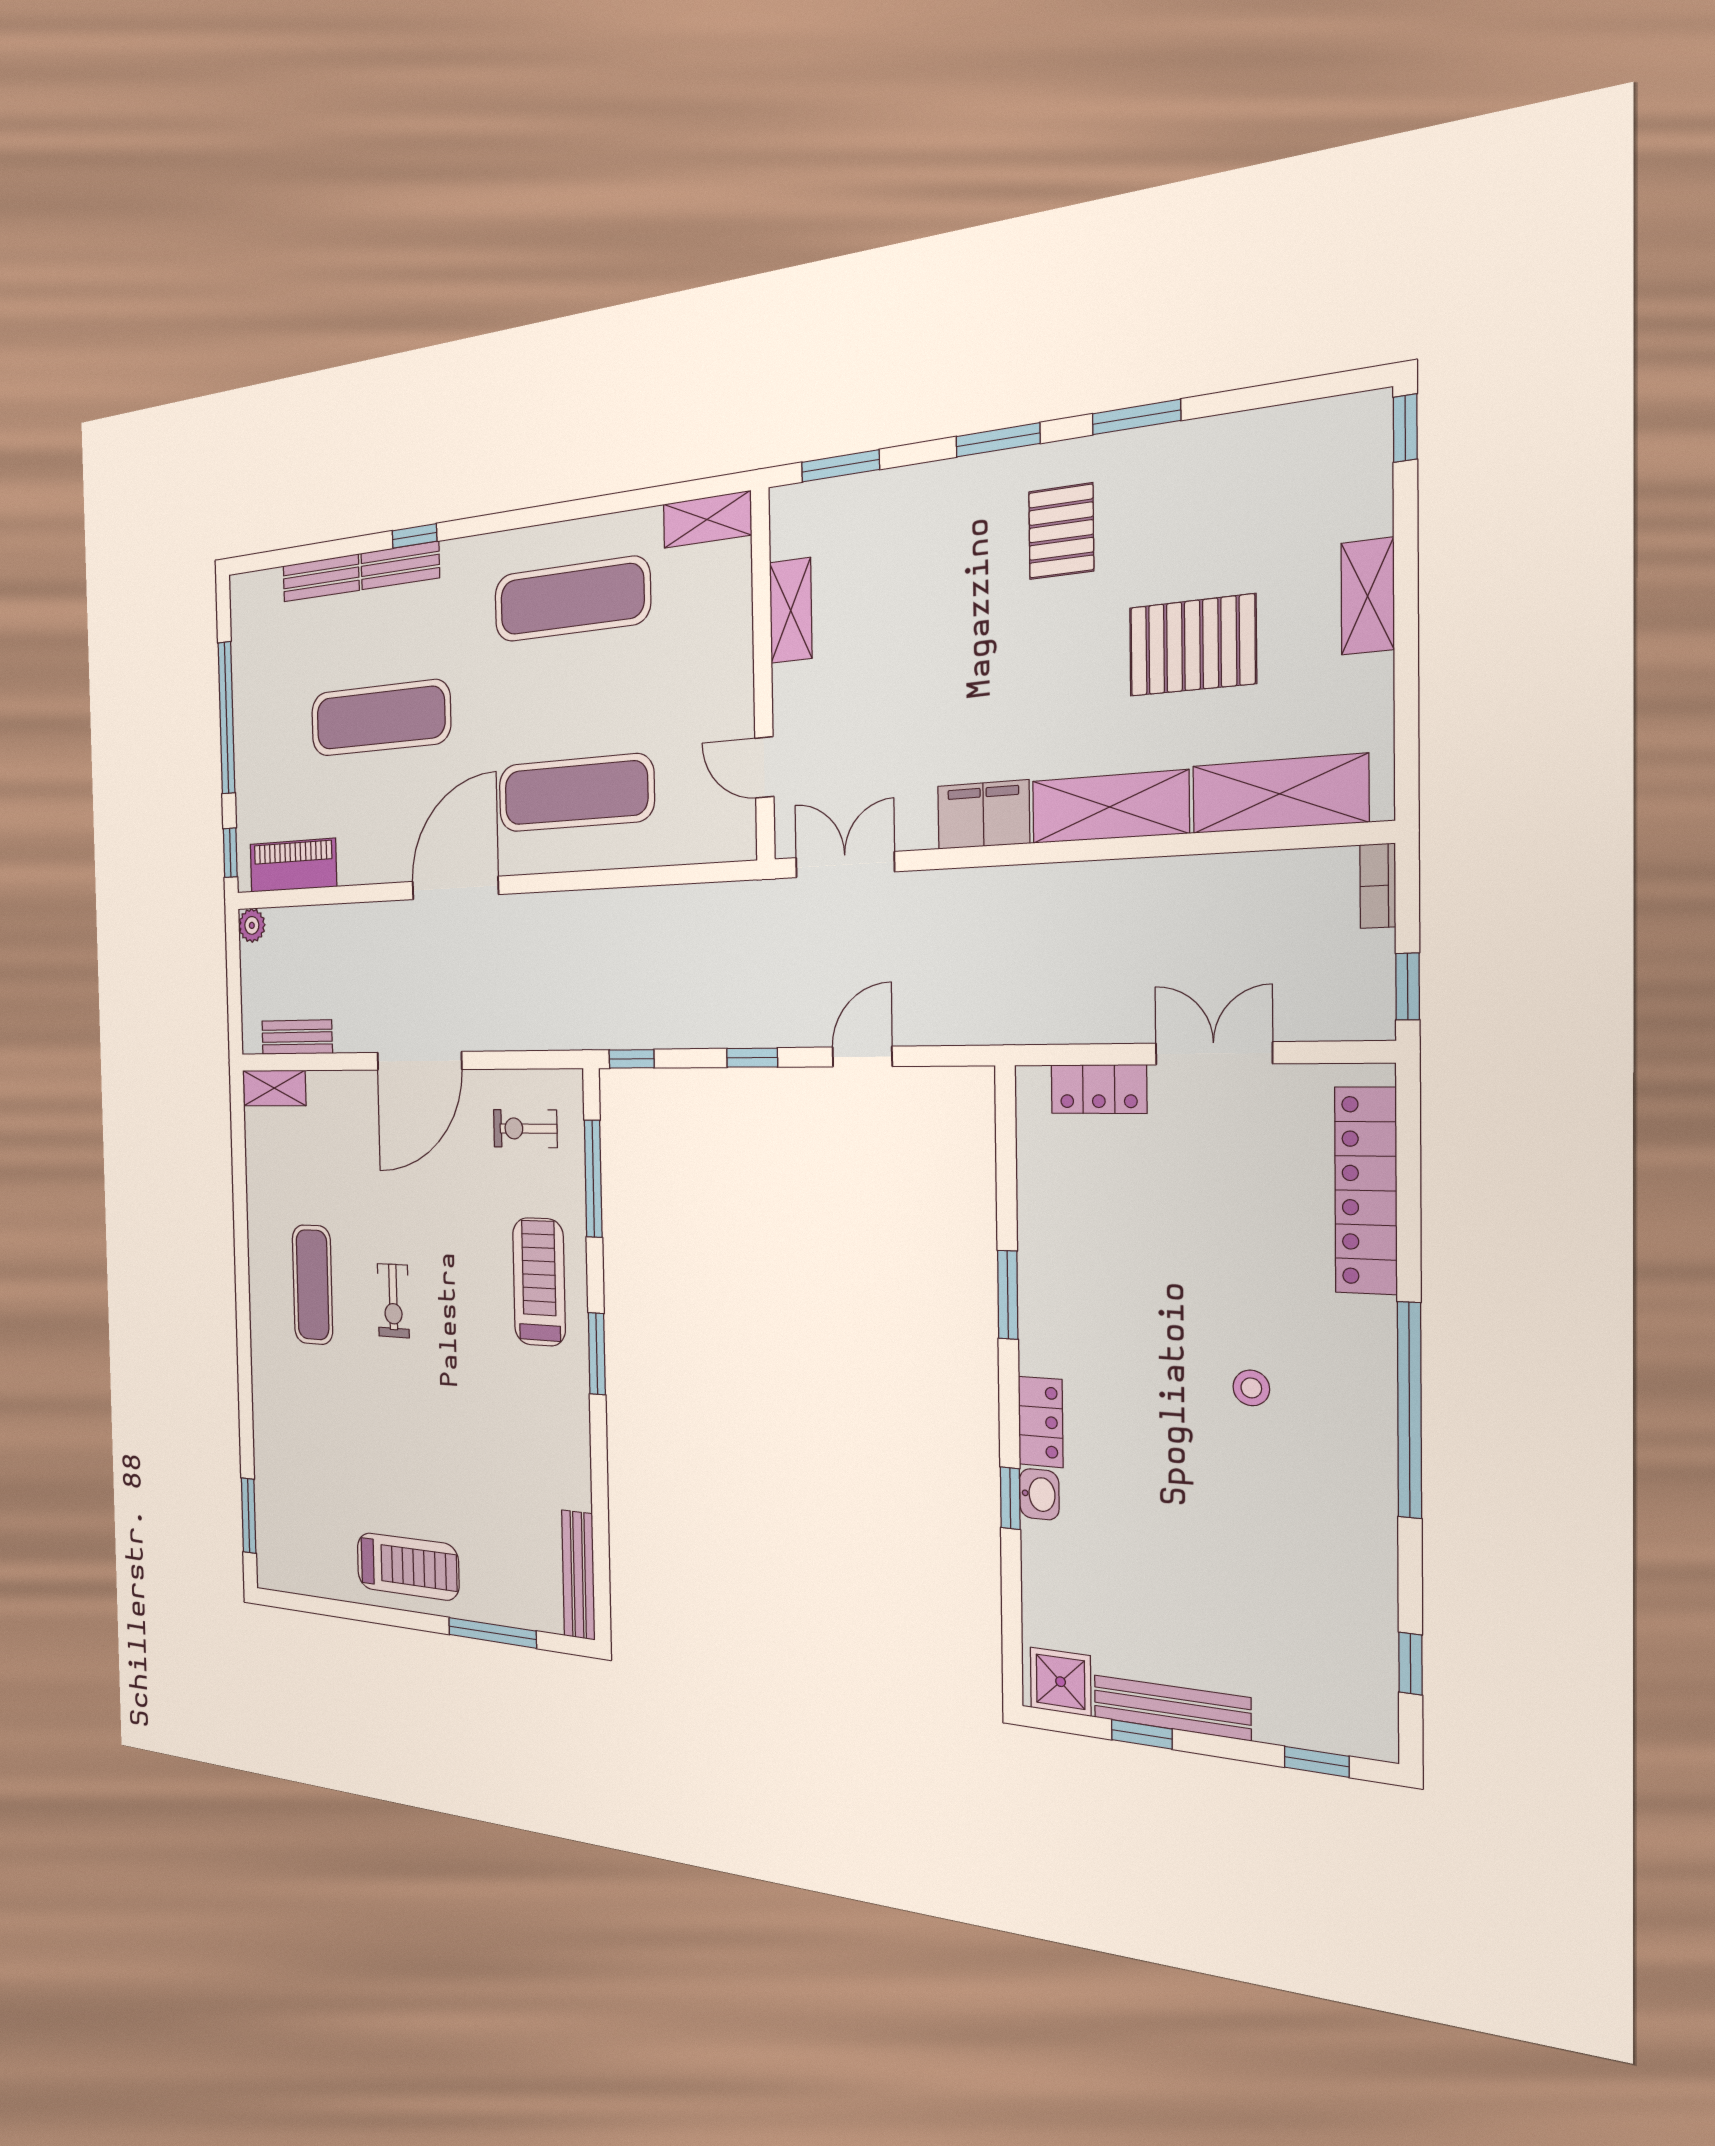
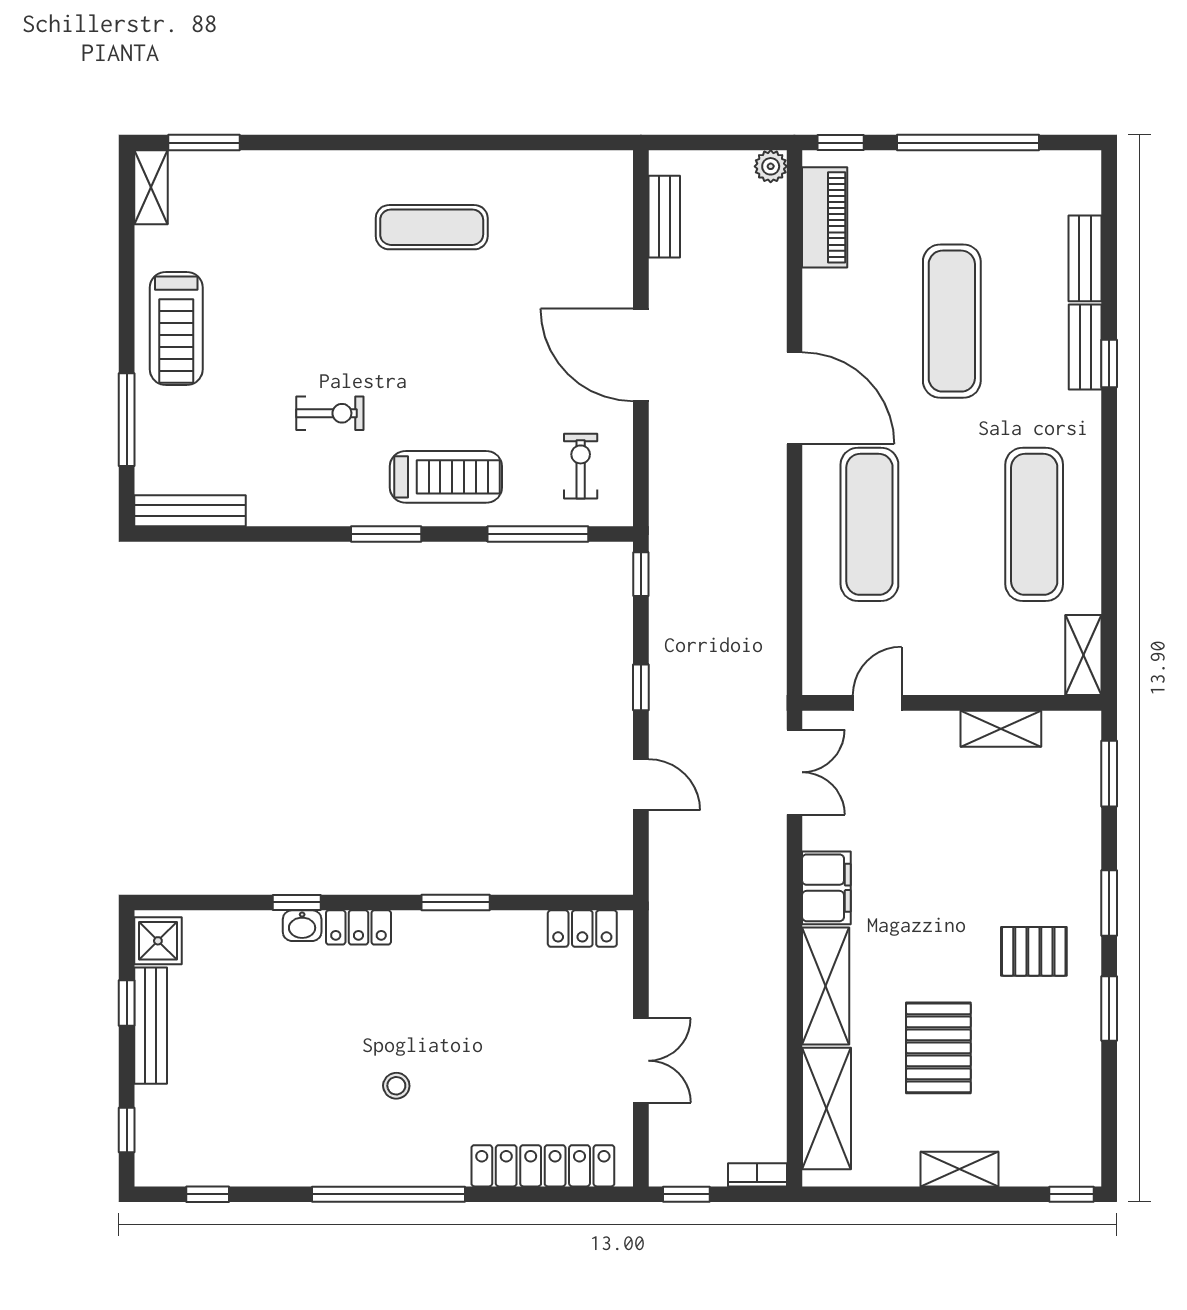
shelving: (274, 1088) -> (151, 187), moved
locker: (1099, 1089) -> (582, 929), moved, turned -90
exercise bike: (393, 1301) -> (330, 413), moved, turned 180

